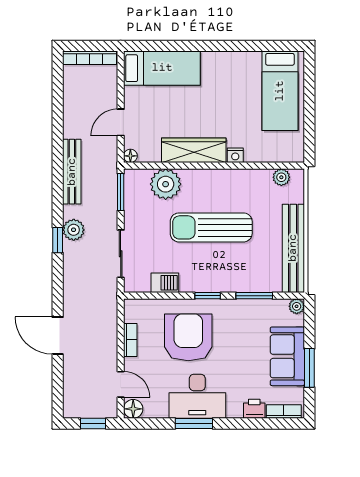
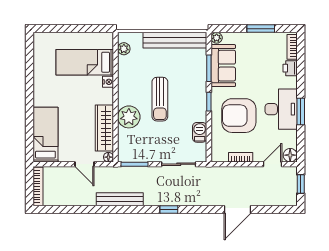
bed: (280, 91) -> (85, 62), moved, turned 180
wardrobe: (194, 150) -> (104, 128), moved
plant: (166, 184) -> (129, 117), moved
sun lounger: (211, 227) -> (160, 99), width x0.73, depth x0.75
plant: (74, 230) -> (162, 198), removed
sofa: (287, 356) -> (223, 66), moved, turned -90

